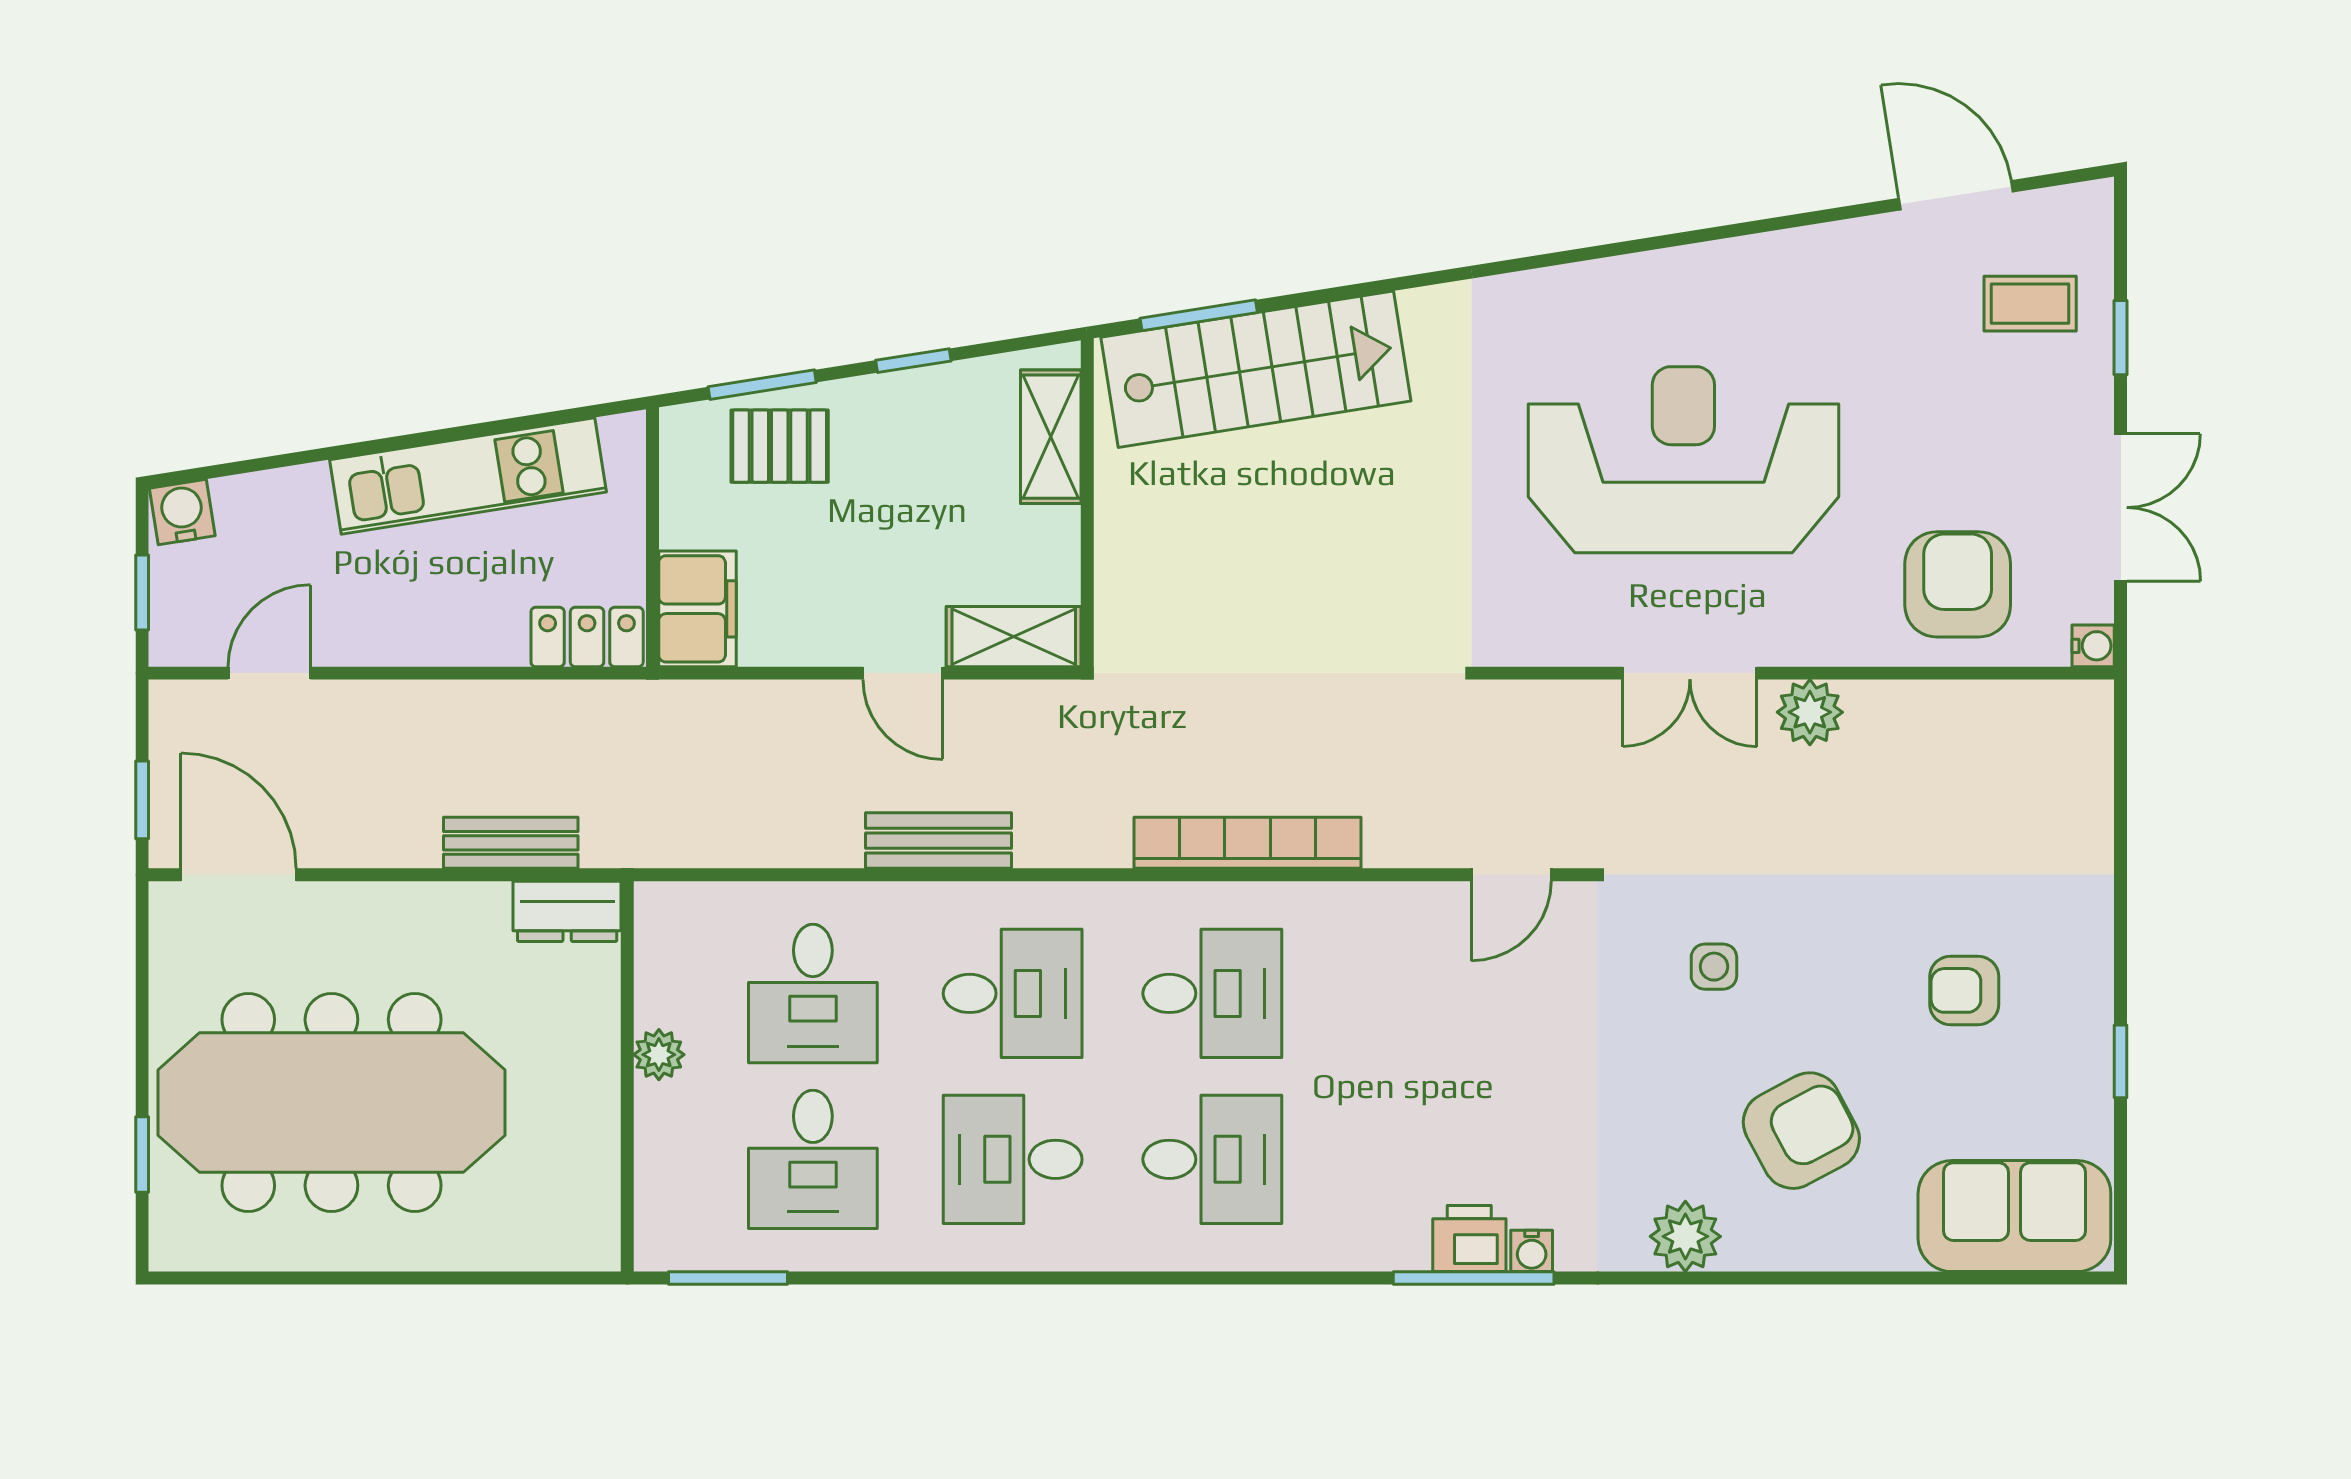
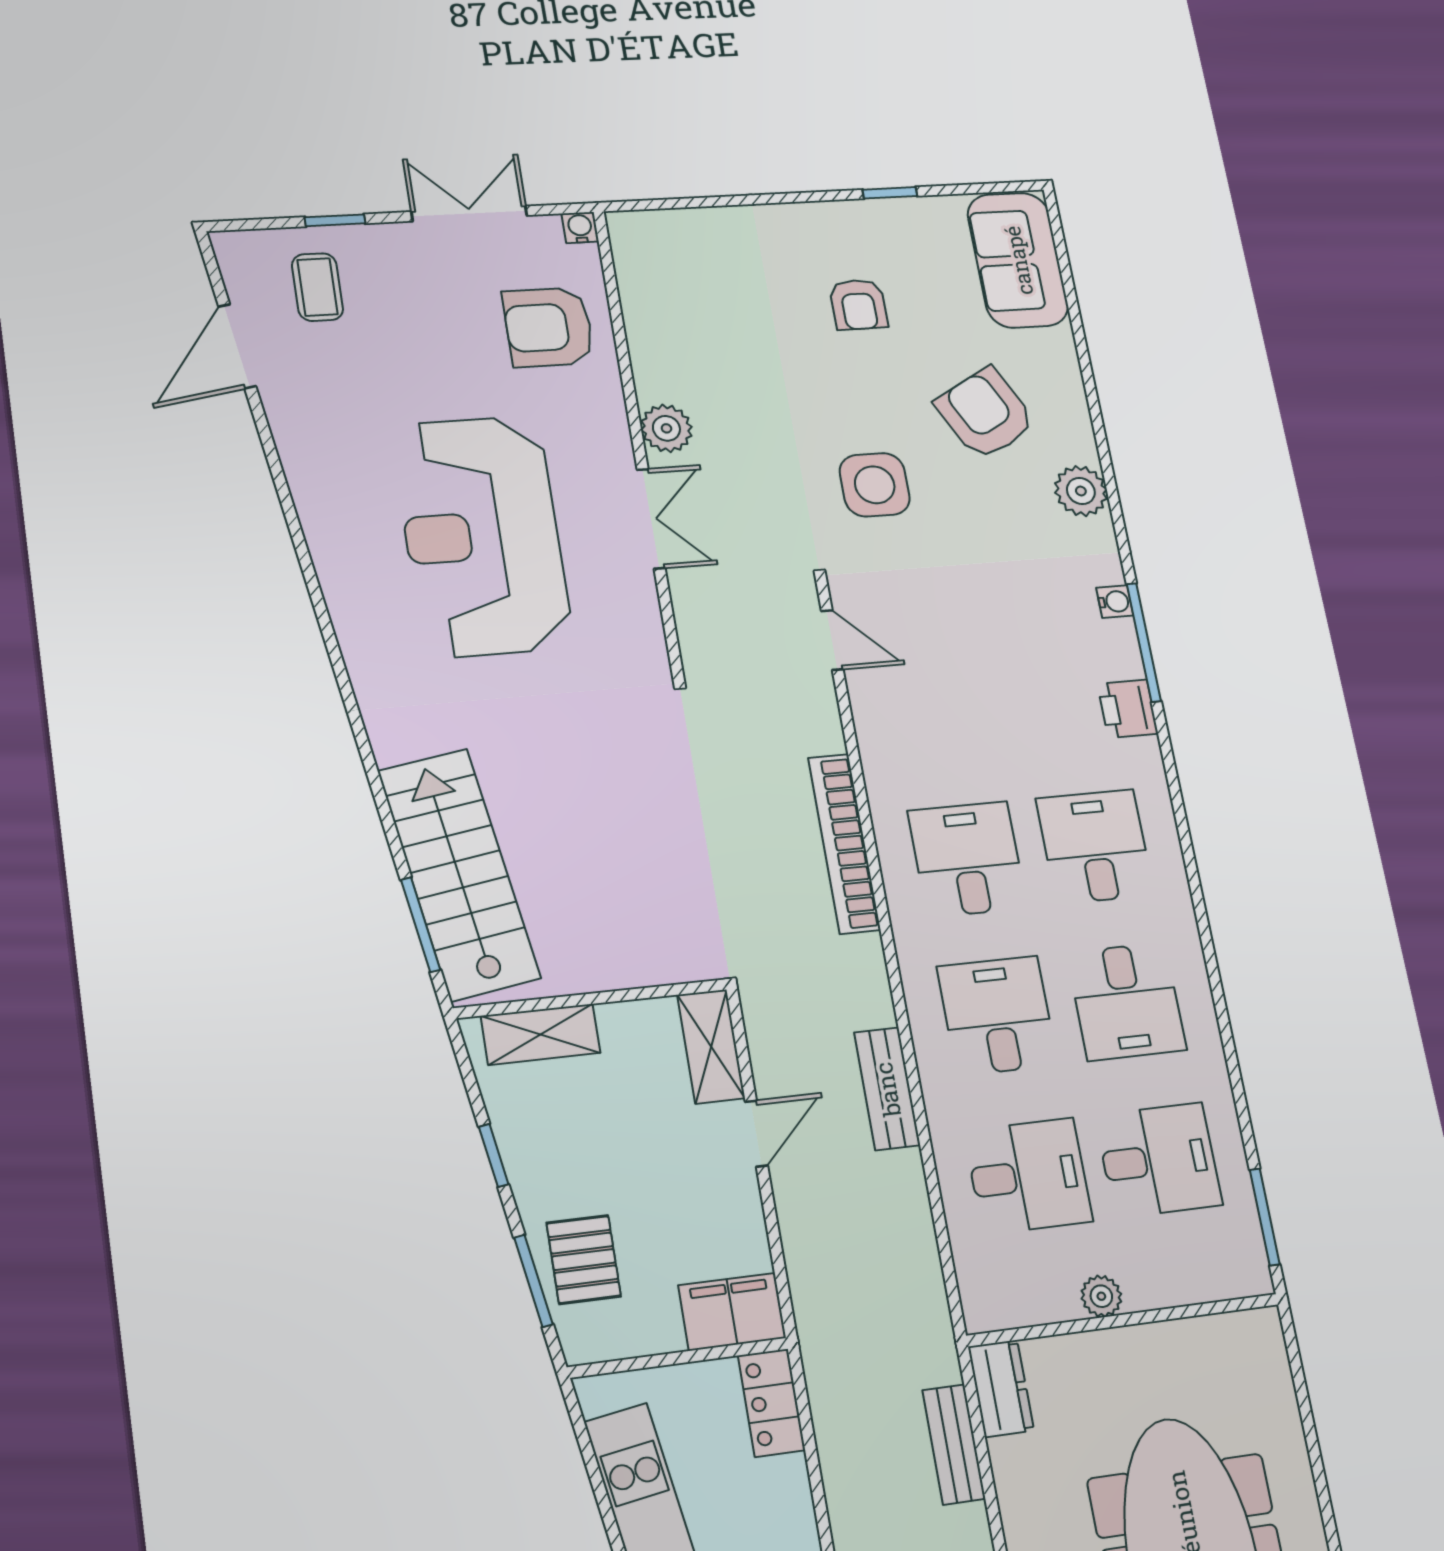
side table: (1714, 967) -> (875, 485), width x1.87, depth x1.87
printer: (1469, 1239) -> (1128, 709), moved

